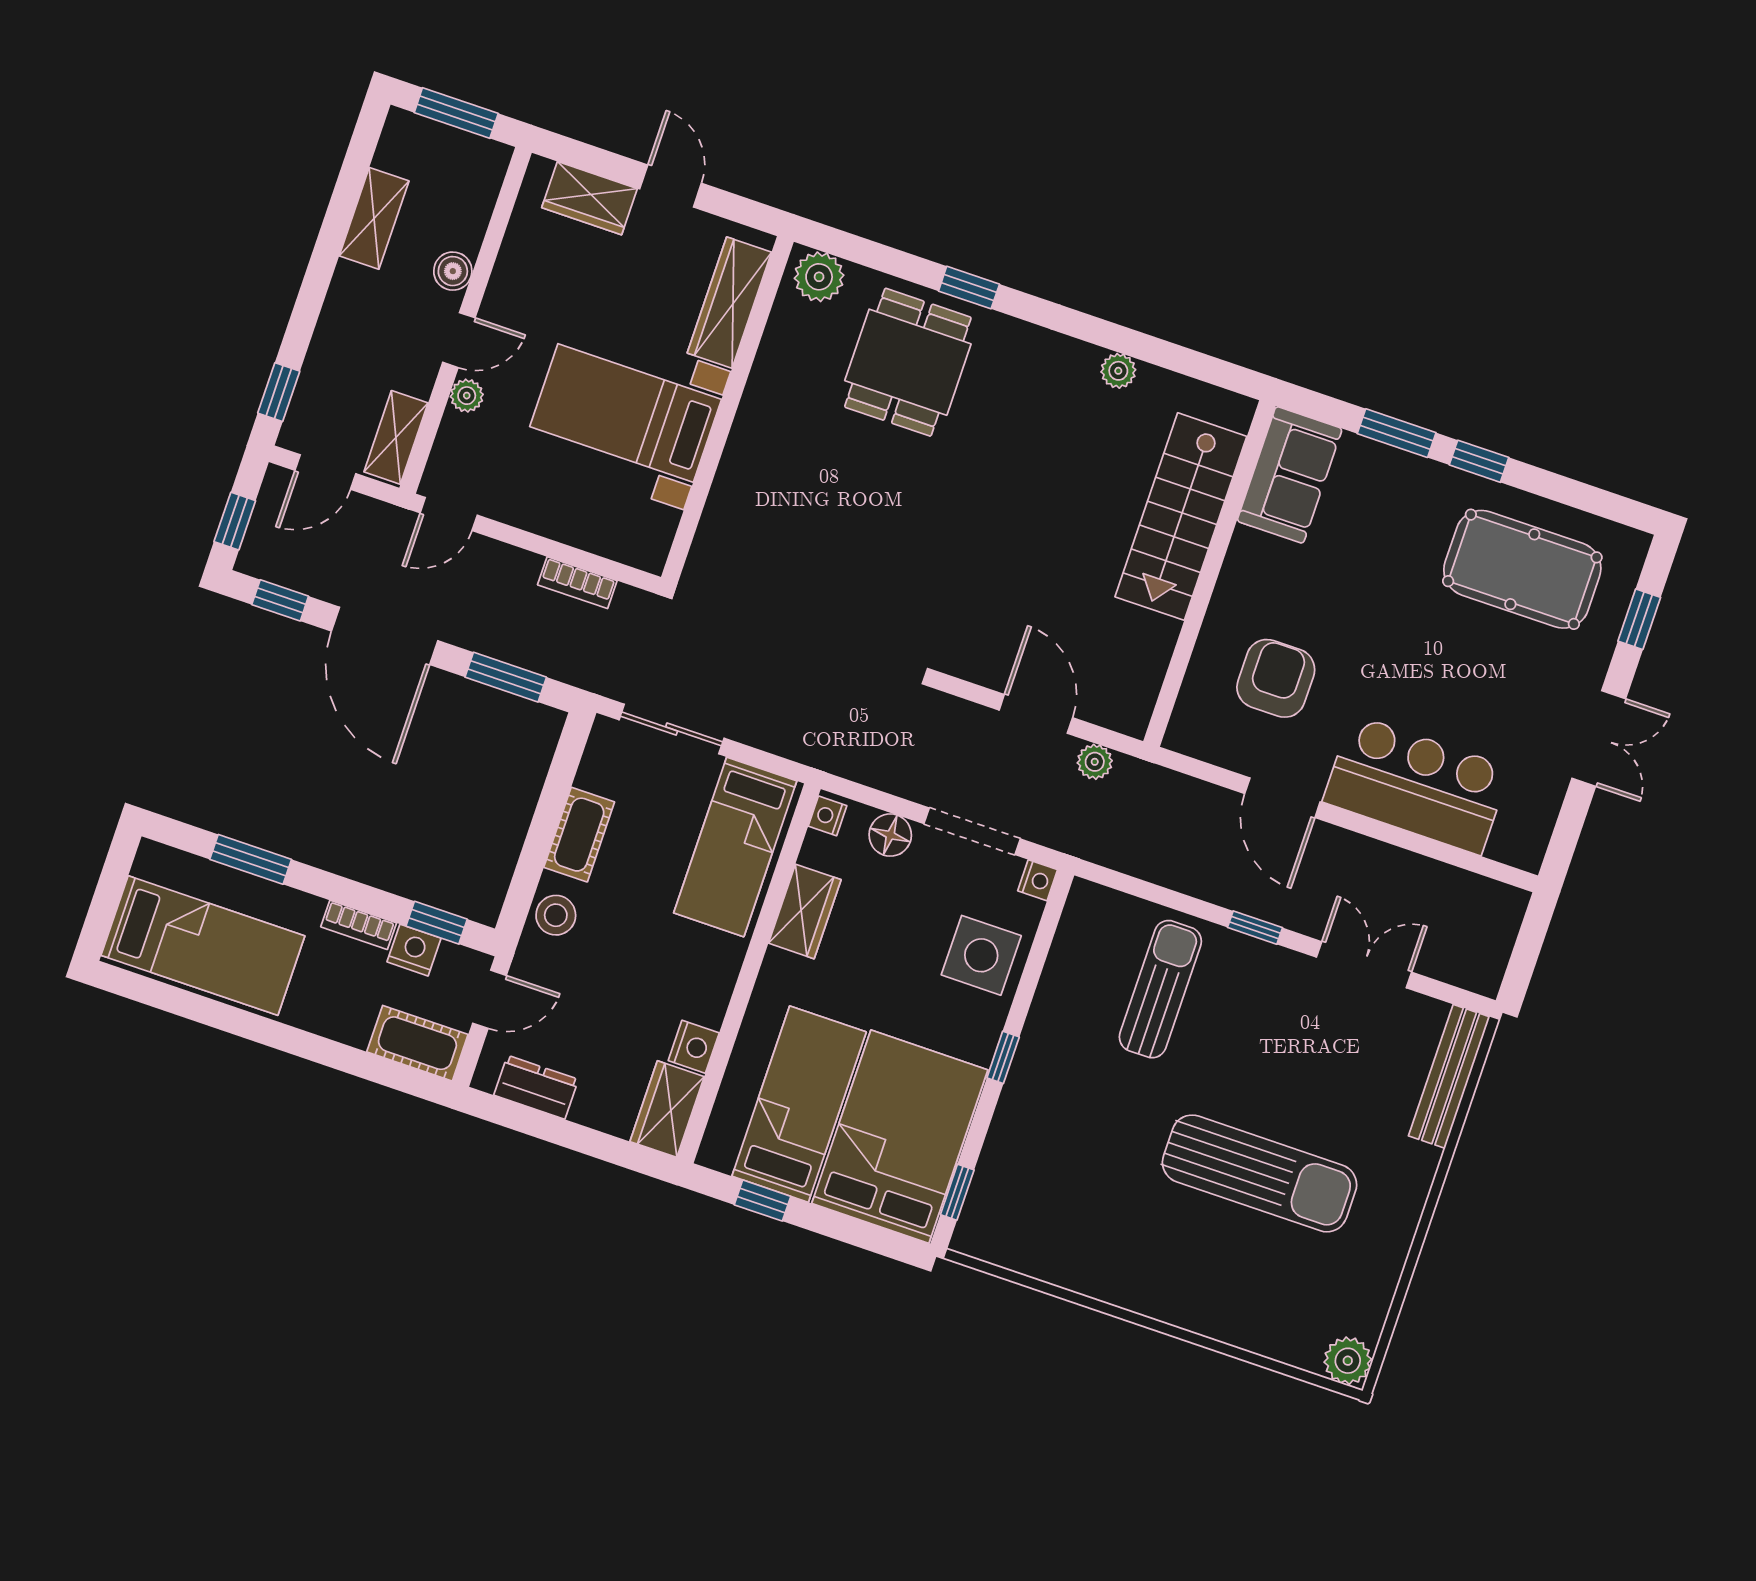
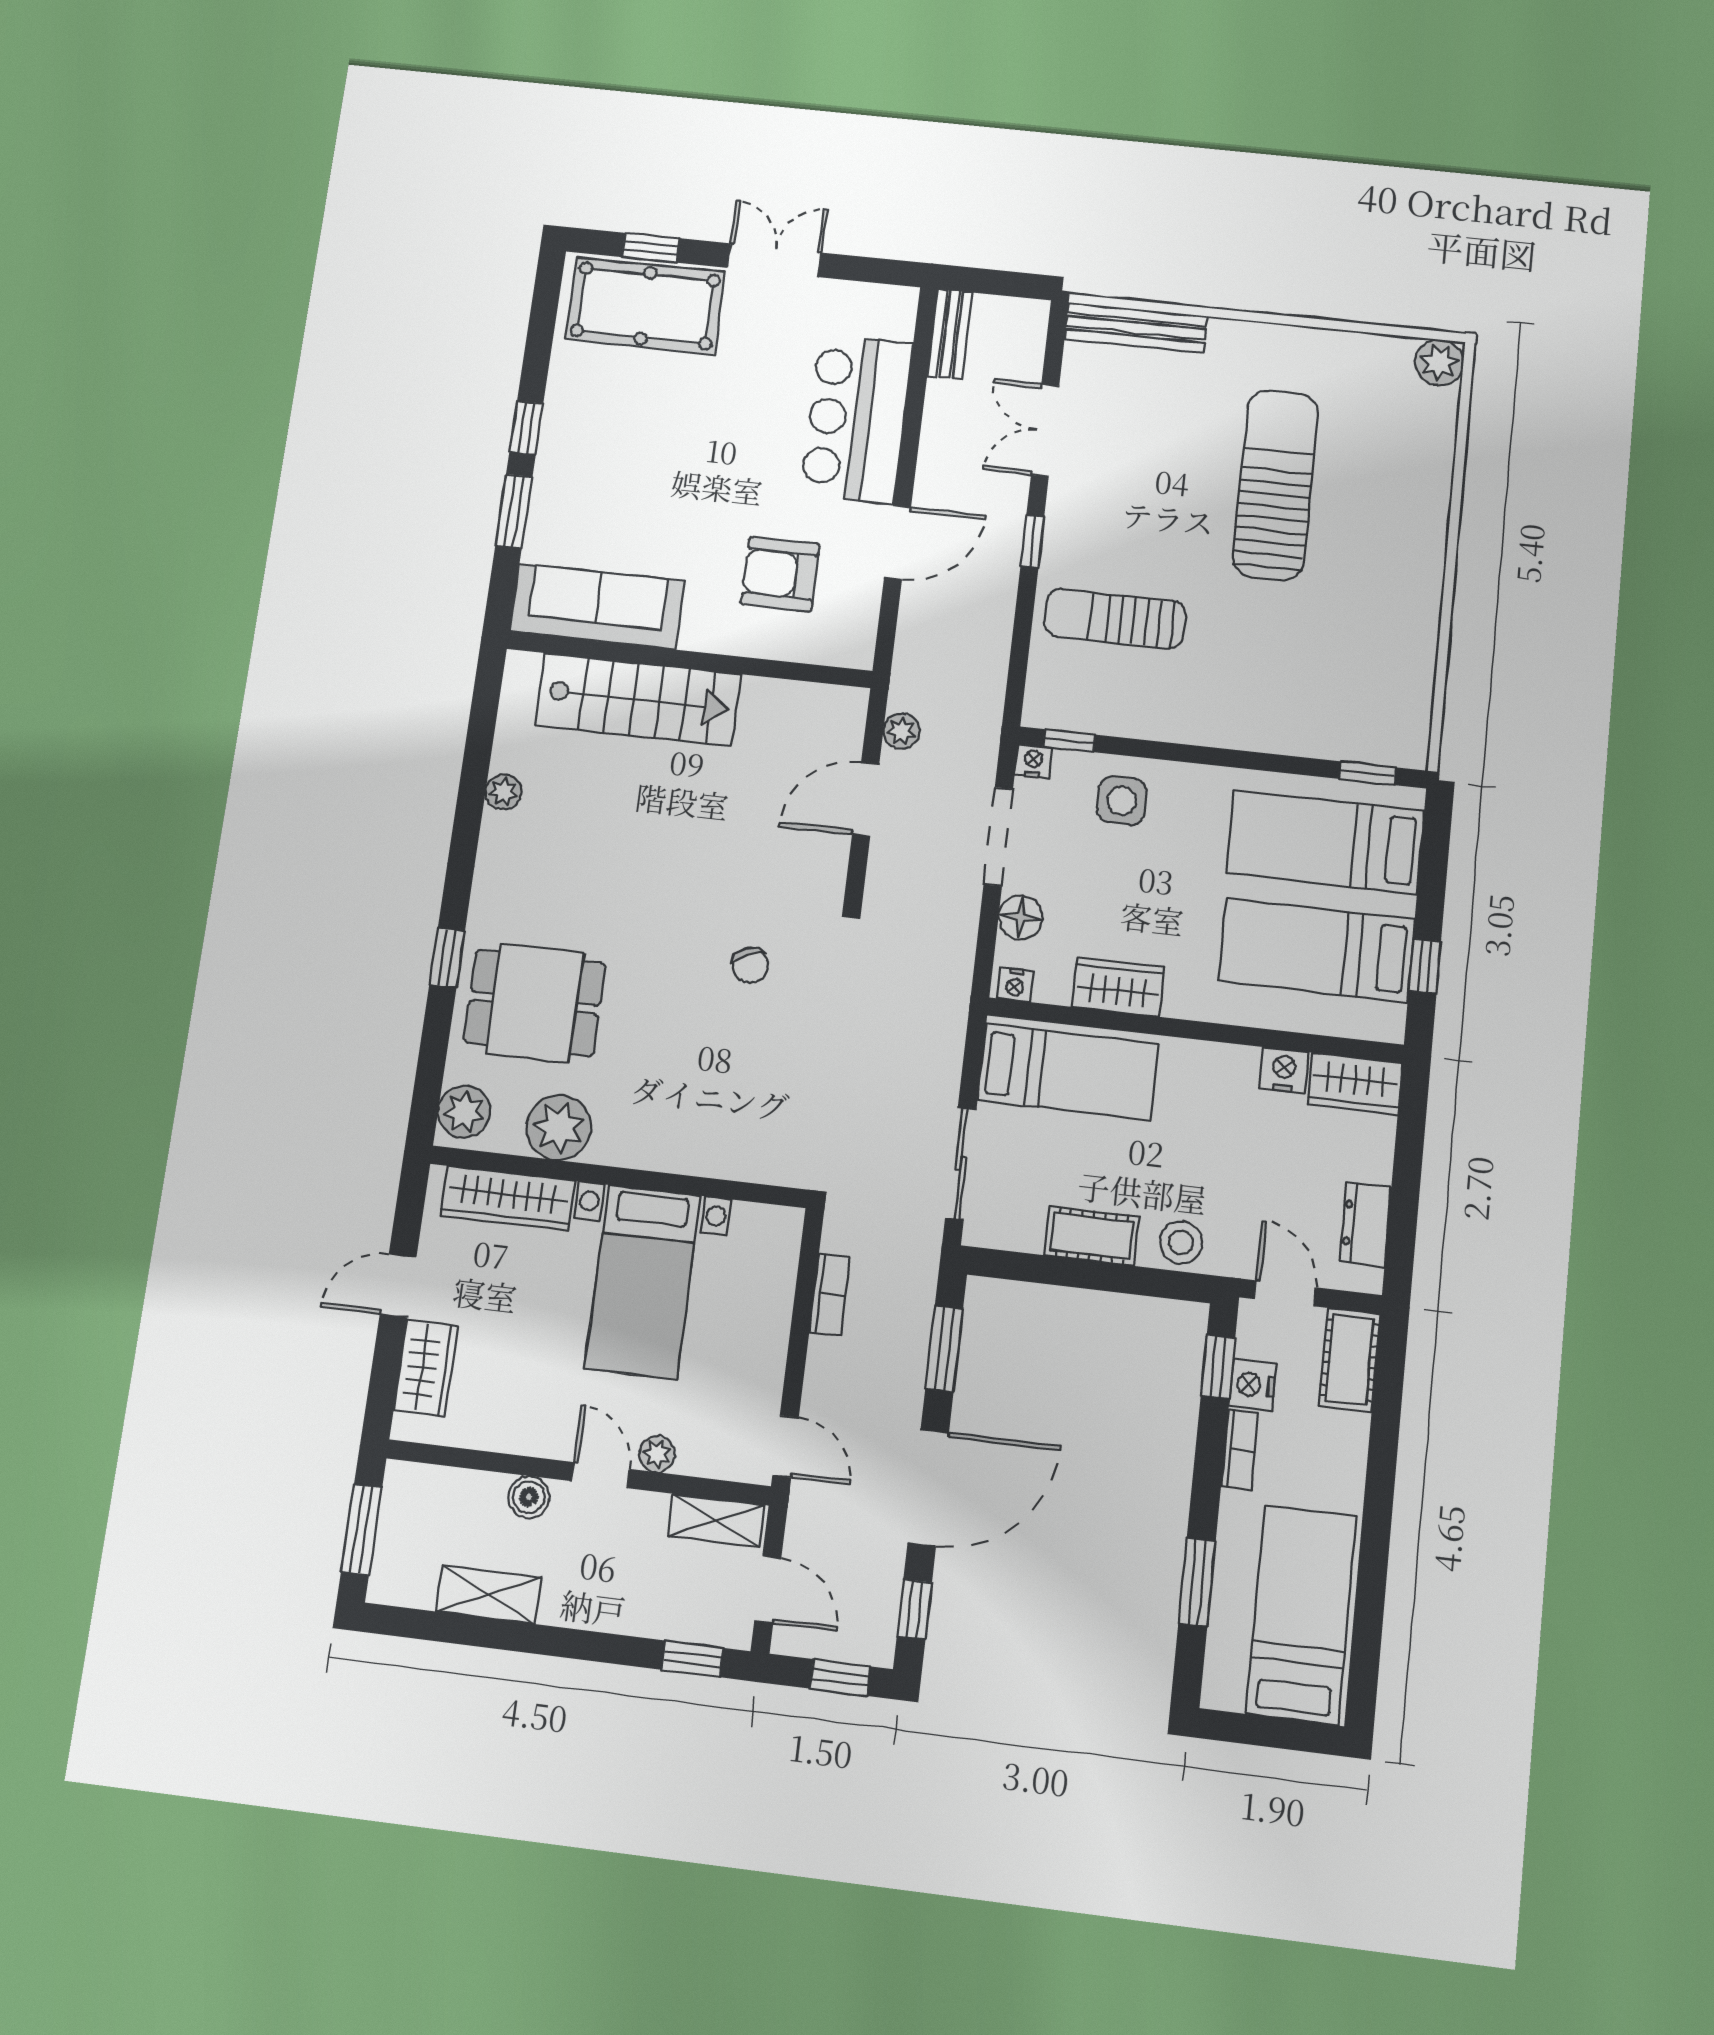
plant: (785, 363) -> (559, 1127), added
sofa: (1290, 475) -> (597, 606), width x1.36
pool table: (1522, 569) -> (645, 306), moved, turned 90
chair: (900, 572) -> (750, 965), added
bench: (1483, 894) -> (950, 334), added
side table: (981, 955) -> (1122, 801), width x0.73, depth x0.73
window: (1003, 1057) -> (1069, 741), moved
bed: (900, 1137) -> (1325, 842), width x0.67

